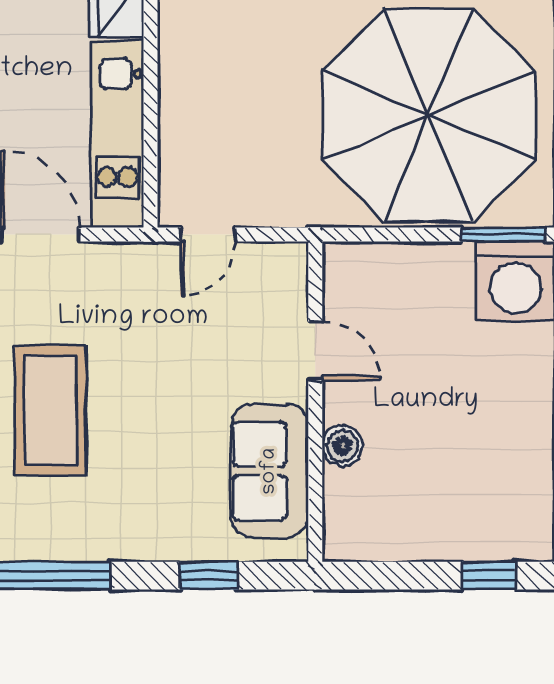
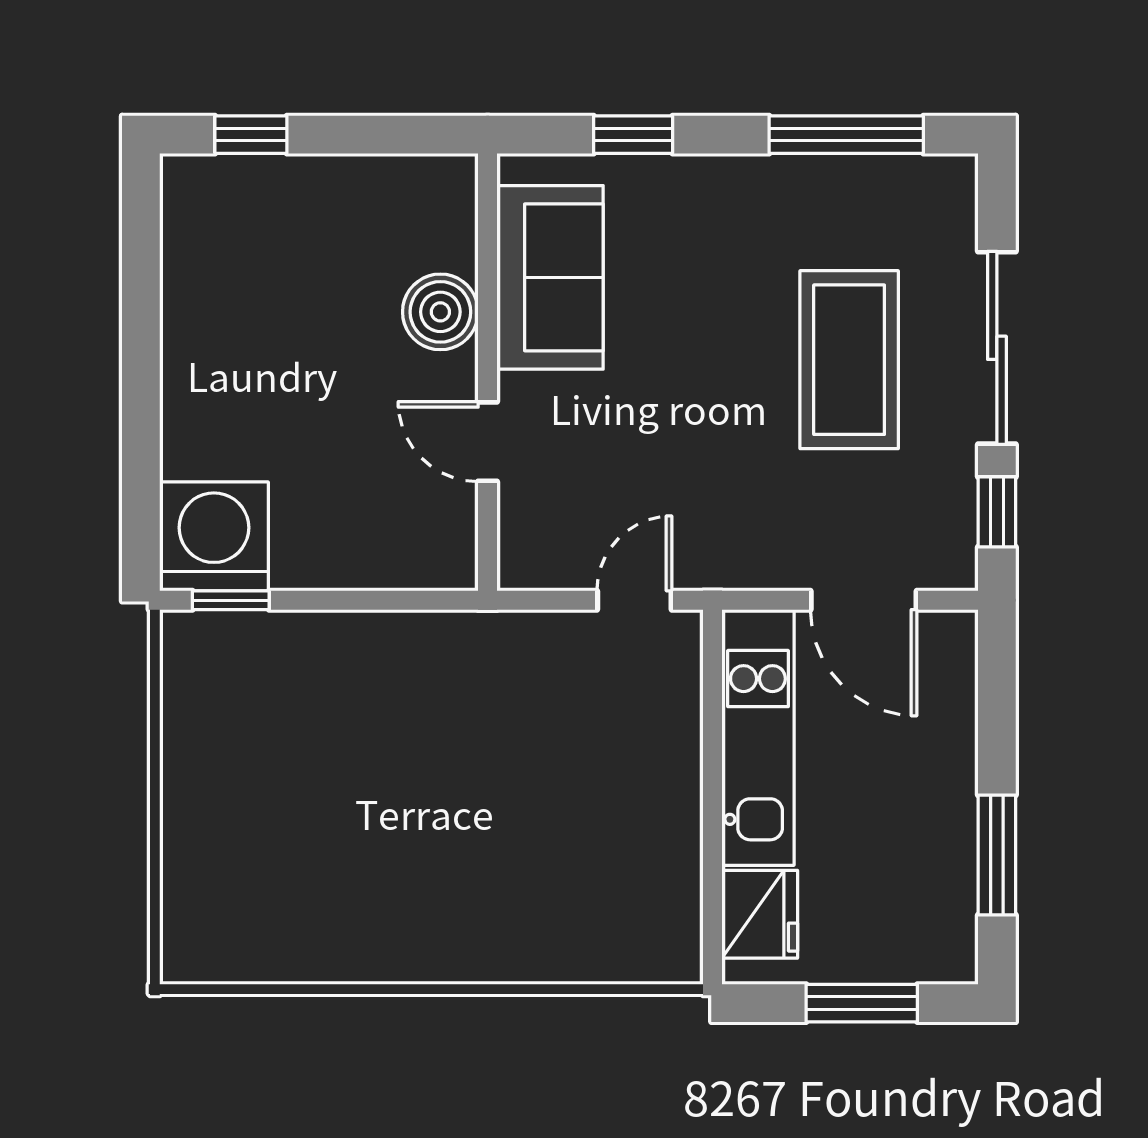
parasol: (429, 115) -> (333, 763), removed
window: (503, 235) -> (231, 600), width x0.67
boiler: (343, 446) -> (440, 312), width x1.36, depth x1.36

